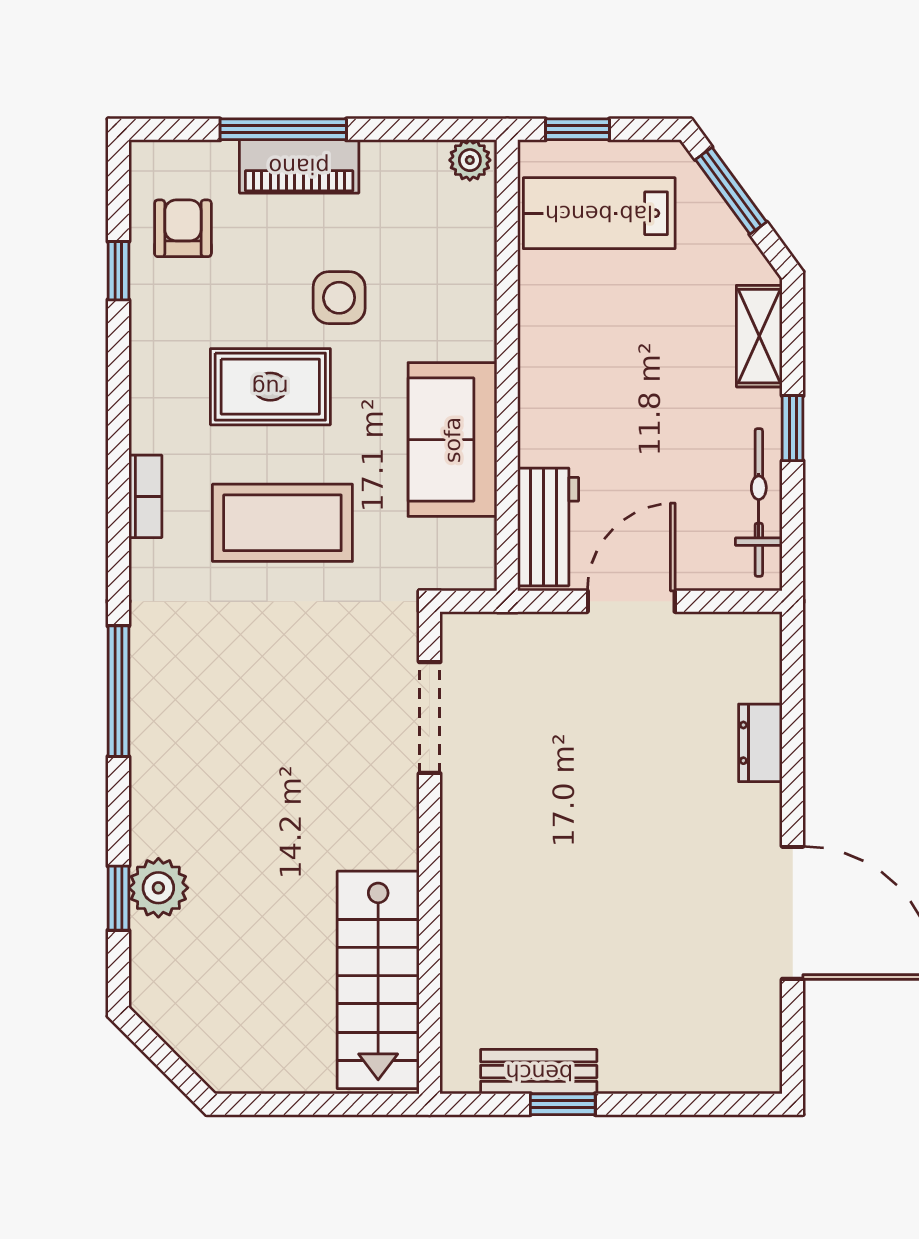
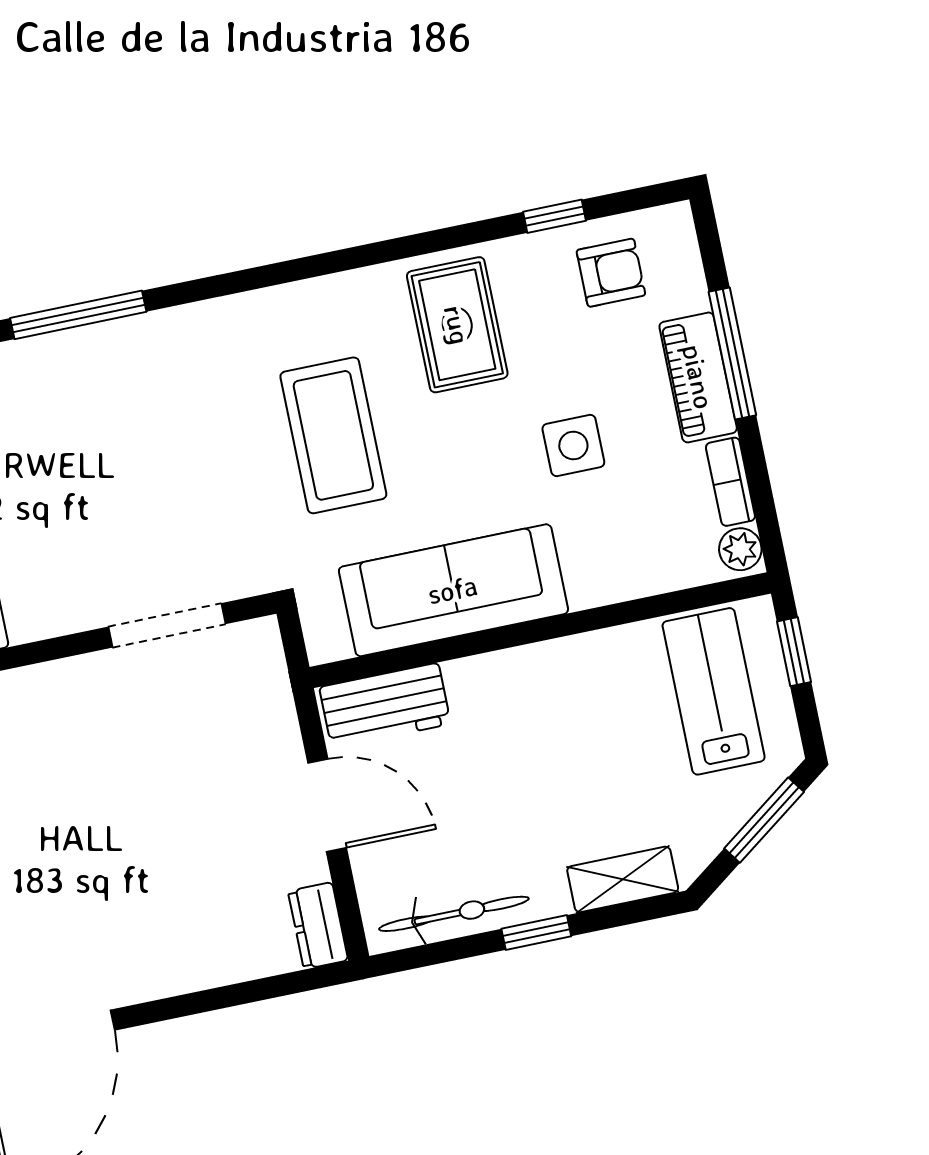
rug: (270, 387) -> (457, 325), moved
sofa: (453, 440) -> (453, 590), width x1.36
bookcase: (145, 496) -> (730, 482), moved, turned 90
window: (118, 691) -> (78, 315), moved
dresser: (760, 743) -> (318, 926), moved, turned -90

